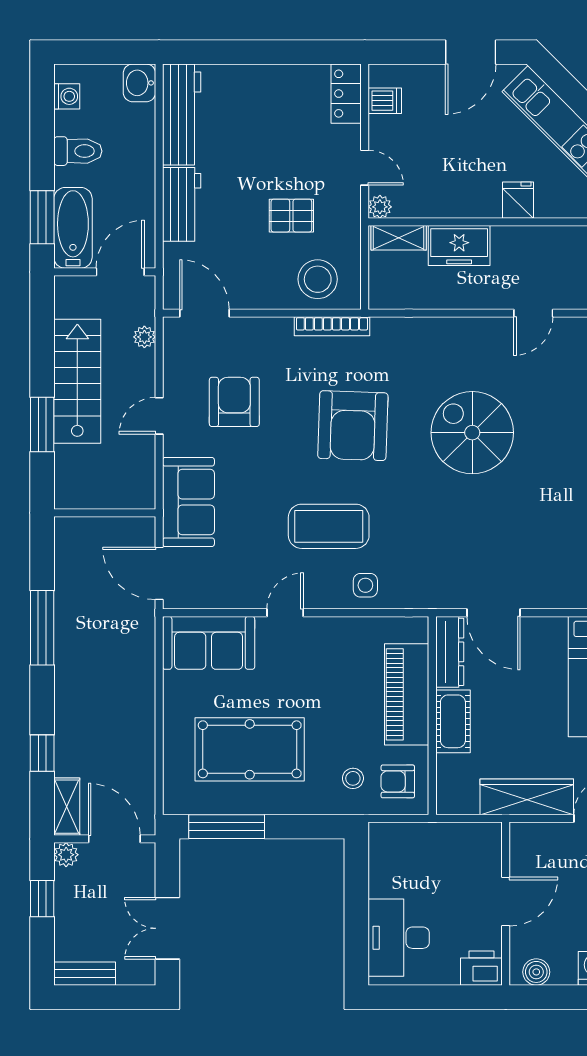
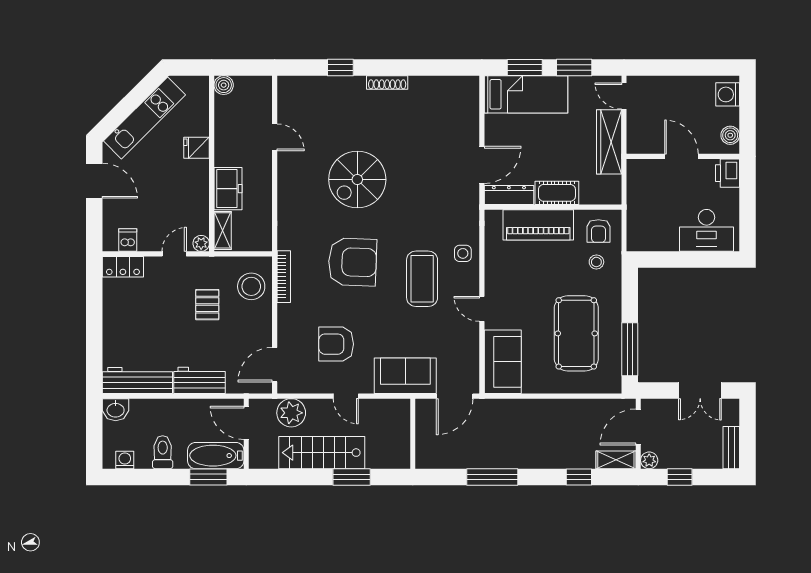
plant: (144, 337) -> (291, 413), width x1.87, depth x1.87

